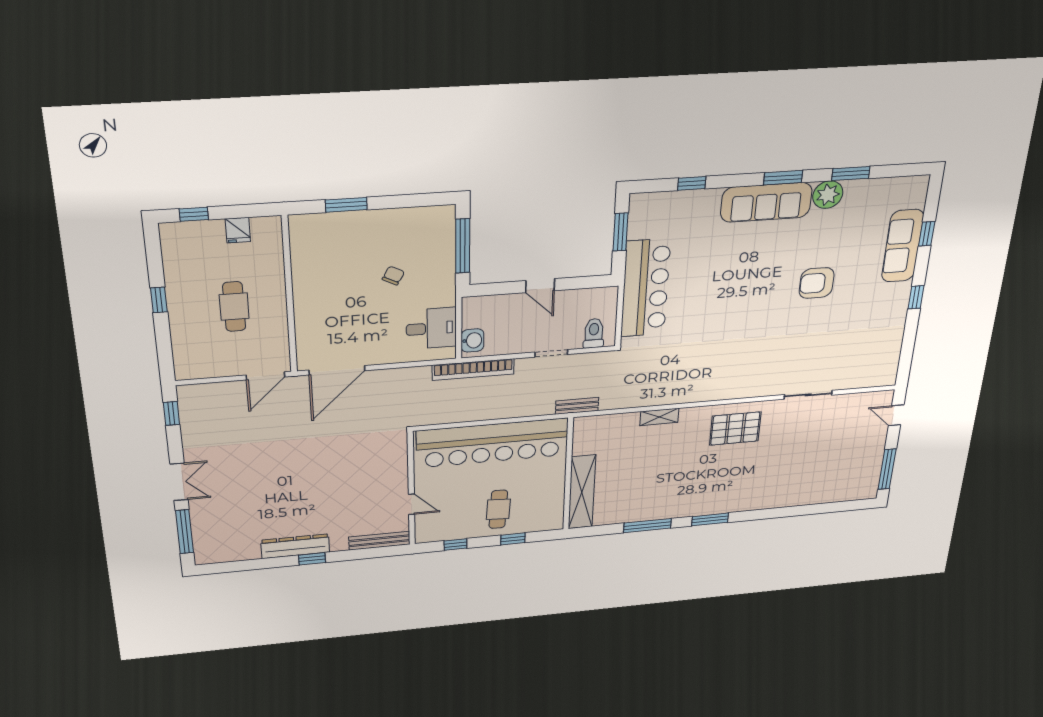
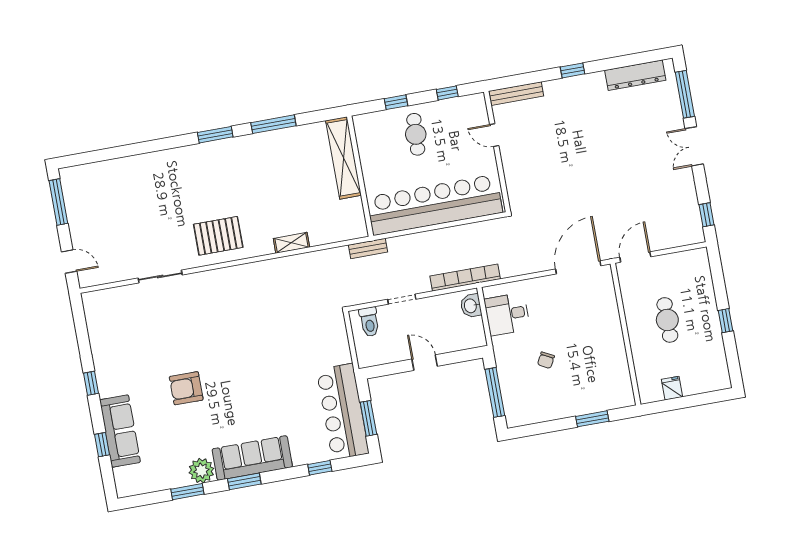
window: (194, 214) -> (706, 398), removed
armchair: (817, 283) -> (186, 388), turned 180
bar counter: (645, 288) -> (343, 411), moved
dresser: (295, 546) -> (635, 75), moved

